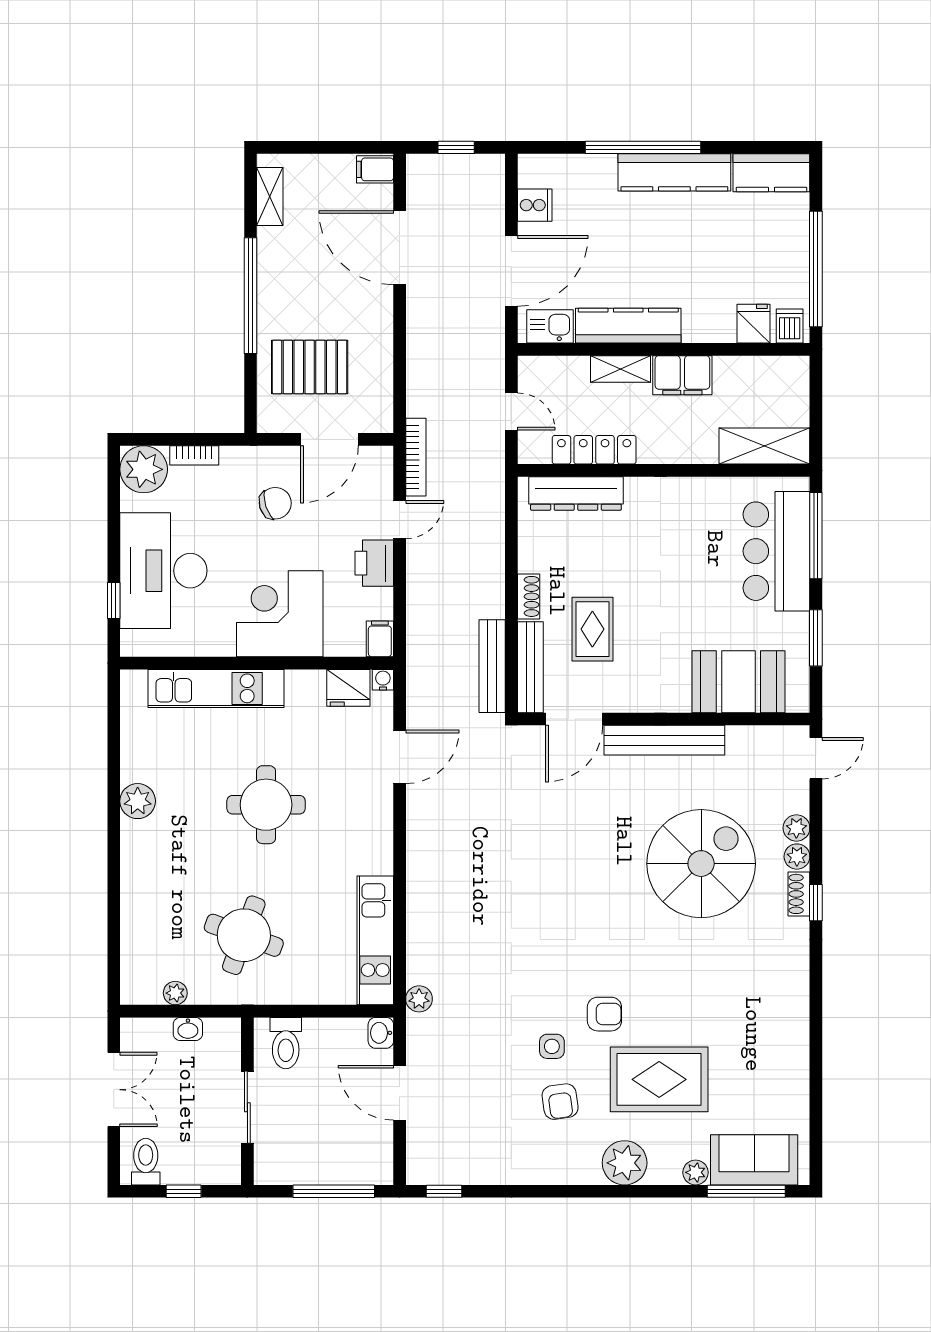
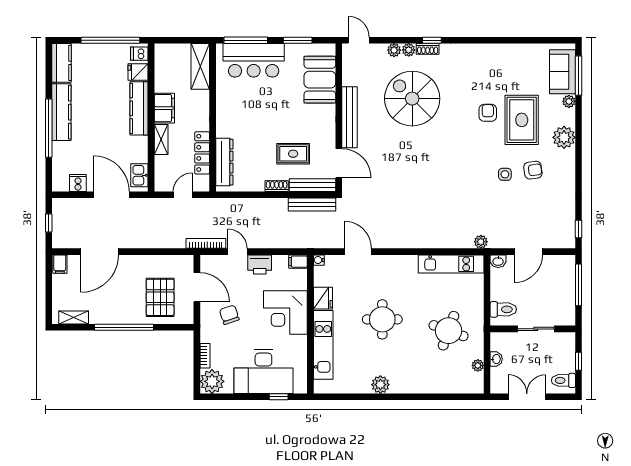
kitchen counter: (628, 326) -> (139, 108), moved
fridge: (348, 688) -> (323, 298), moved
armchair: (604, 1014) -> (488, 113), moved

